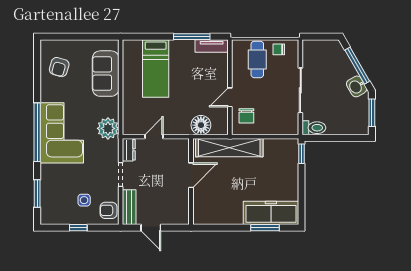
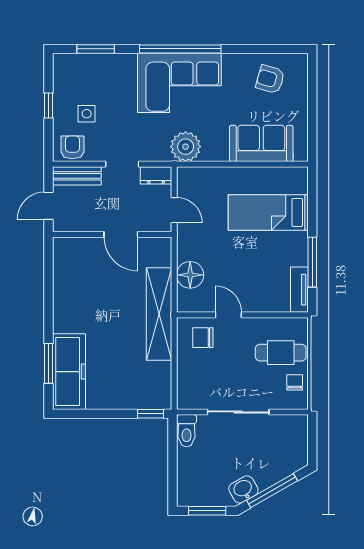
door: (191, 175) -> (121, 234), moved
wall: (191, 182) -> (112, 234), moved

